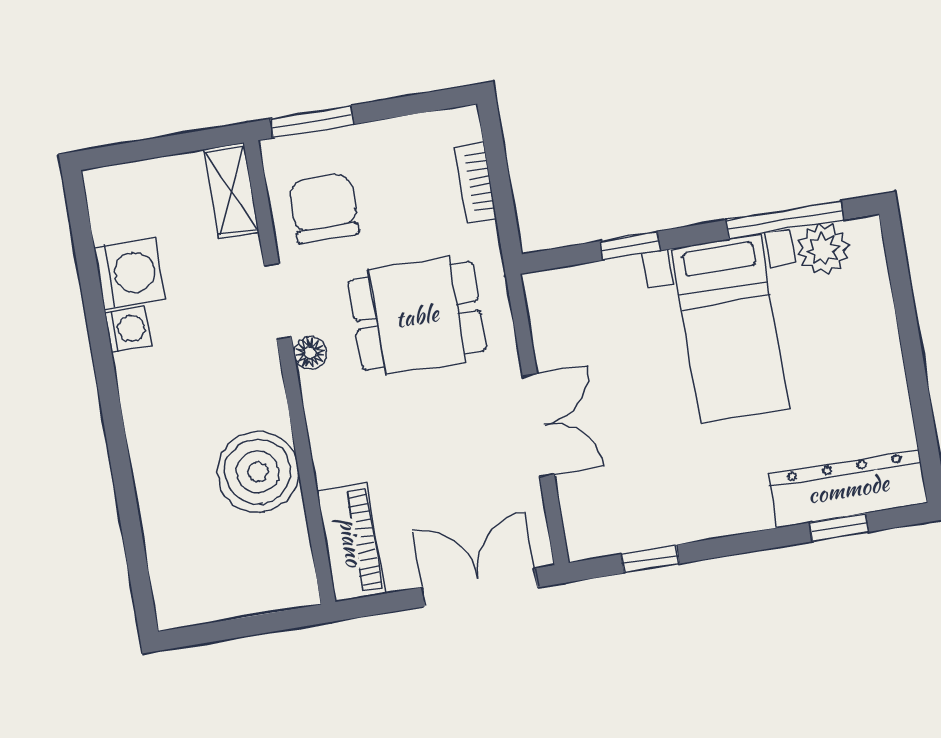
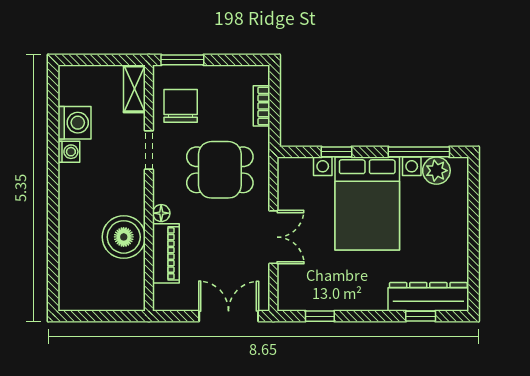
bed with nightstands: (730, 328) -> (367, 204), width x1.36
floor lamp: (310, 353) -> (161, 213), moved
piano: (351, 542) -> (166, 253), moved

